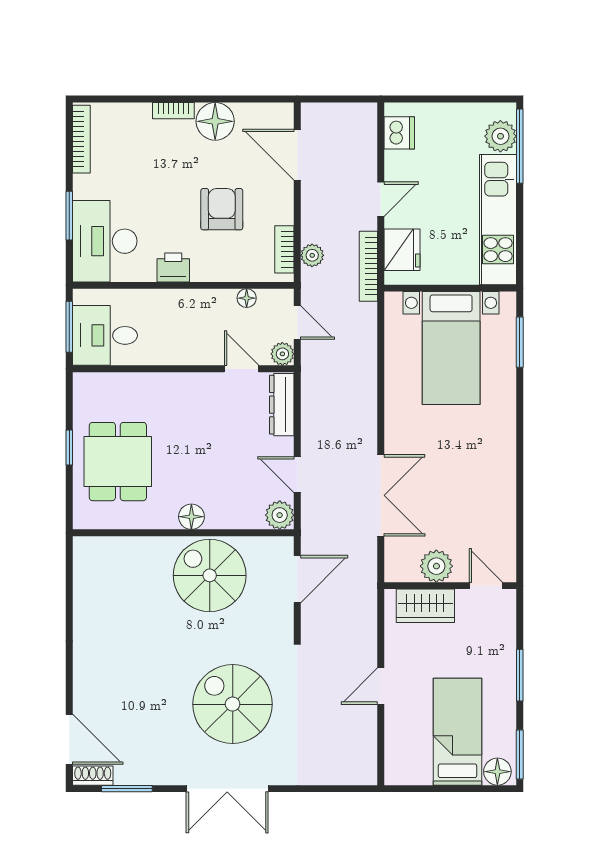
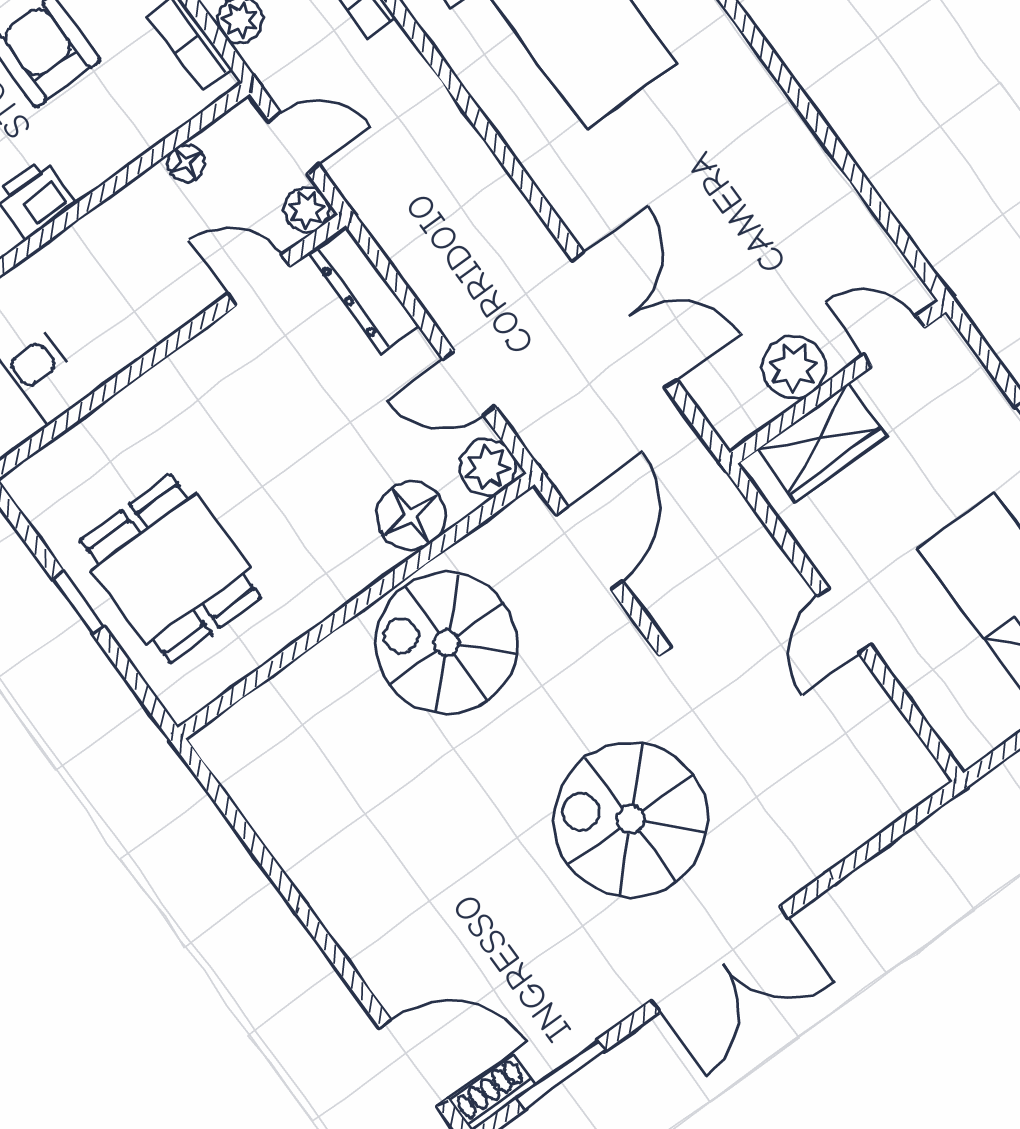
floor lamp: (191, 517) -> (411, 515), moved, width x1.38, depth x1.38

